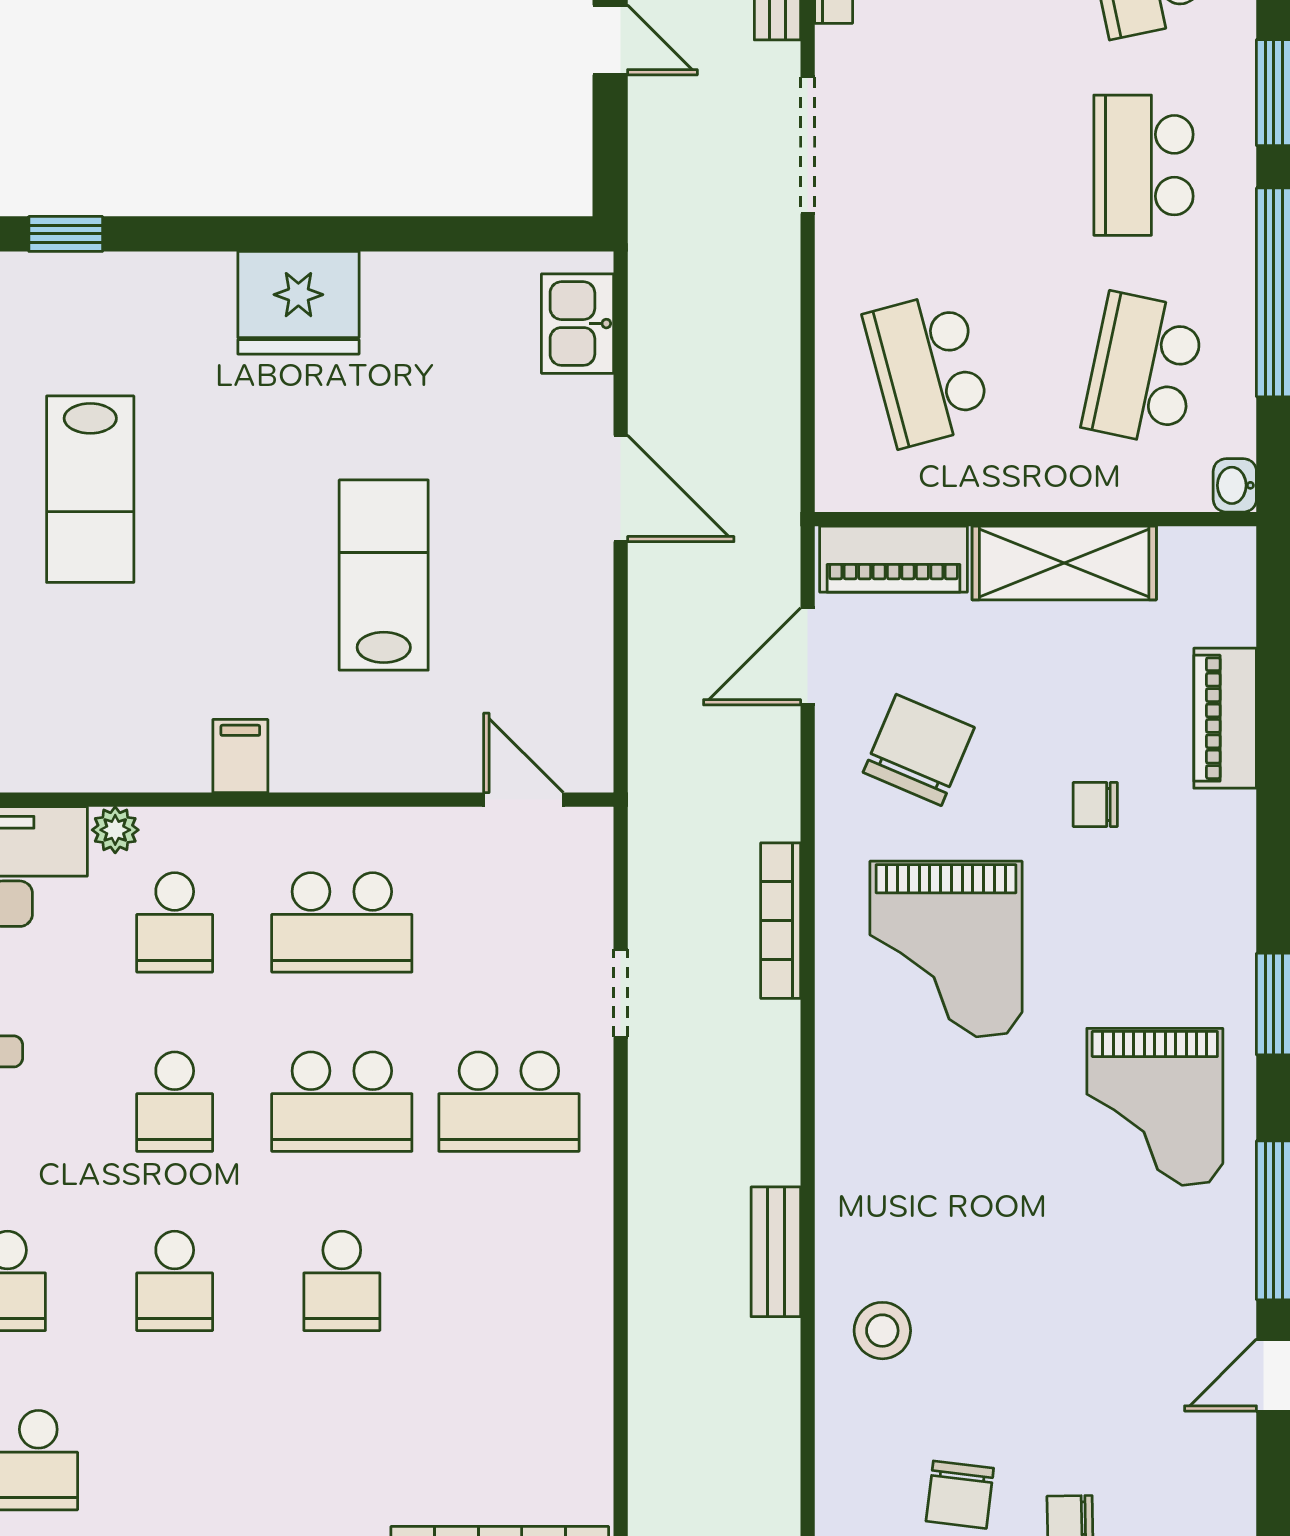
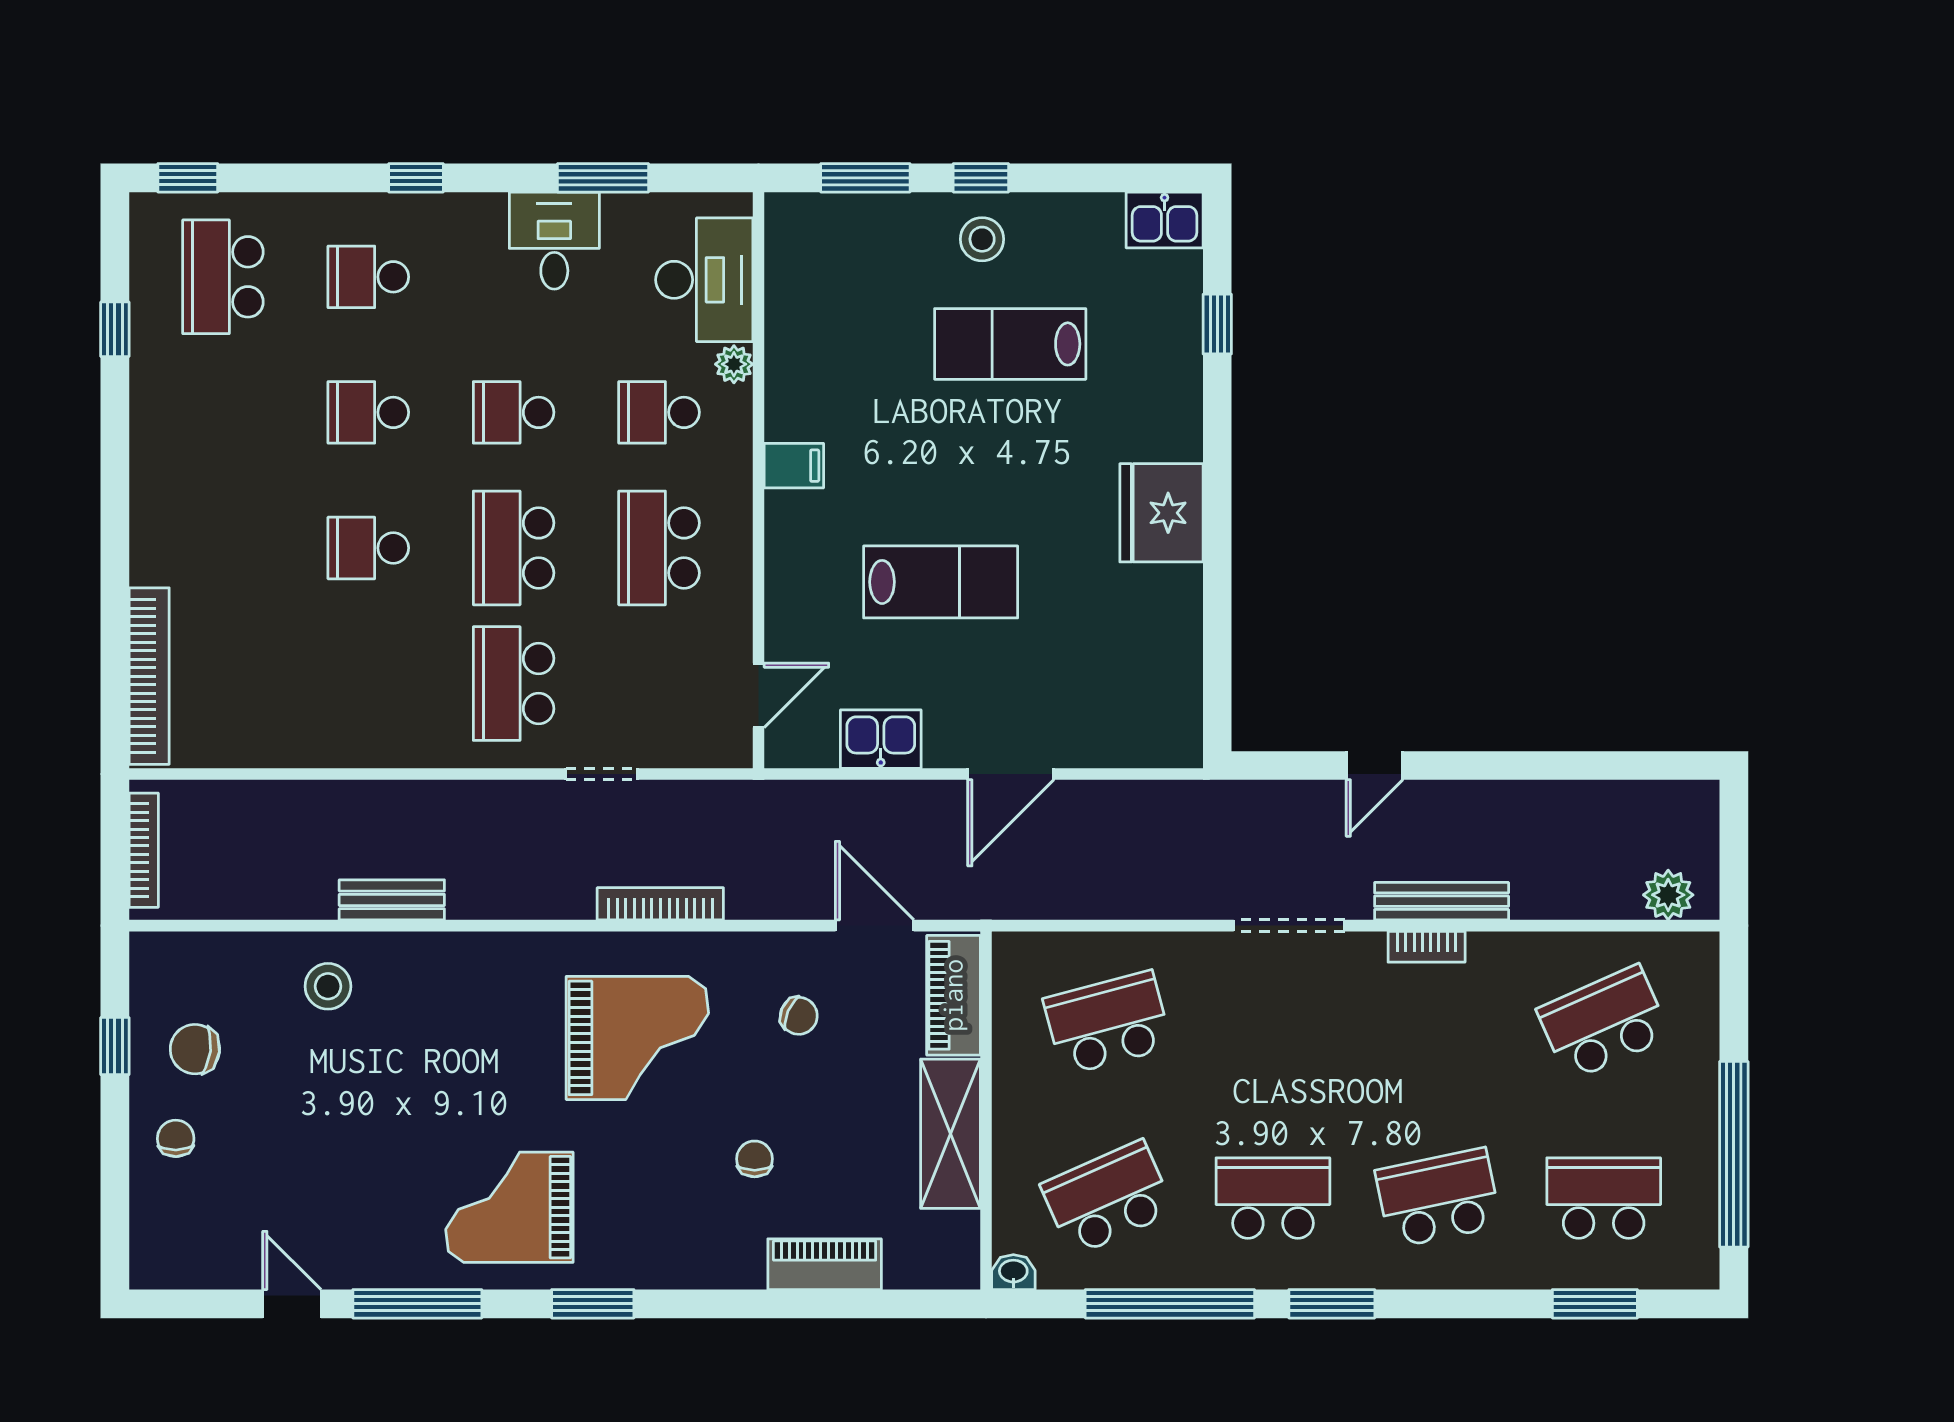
kitchen sink: (577, 324) -> (881, 739), moved
school desk: (1144, 369) -> (1108, 1198), turned -36
chair: (919, 750) -> (799, 1016), width x0.54, depth x0.54
grand piano: (946, 949) -> (637, 1038), turned 180

